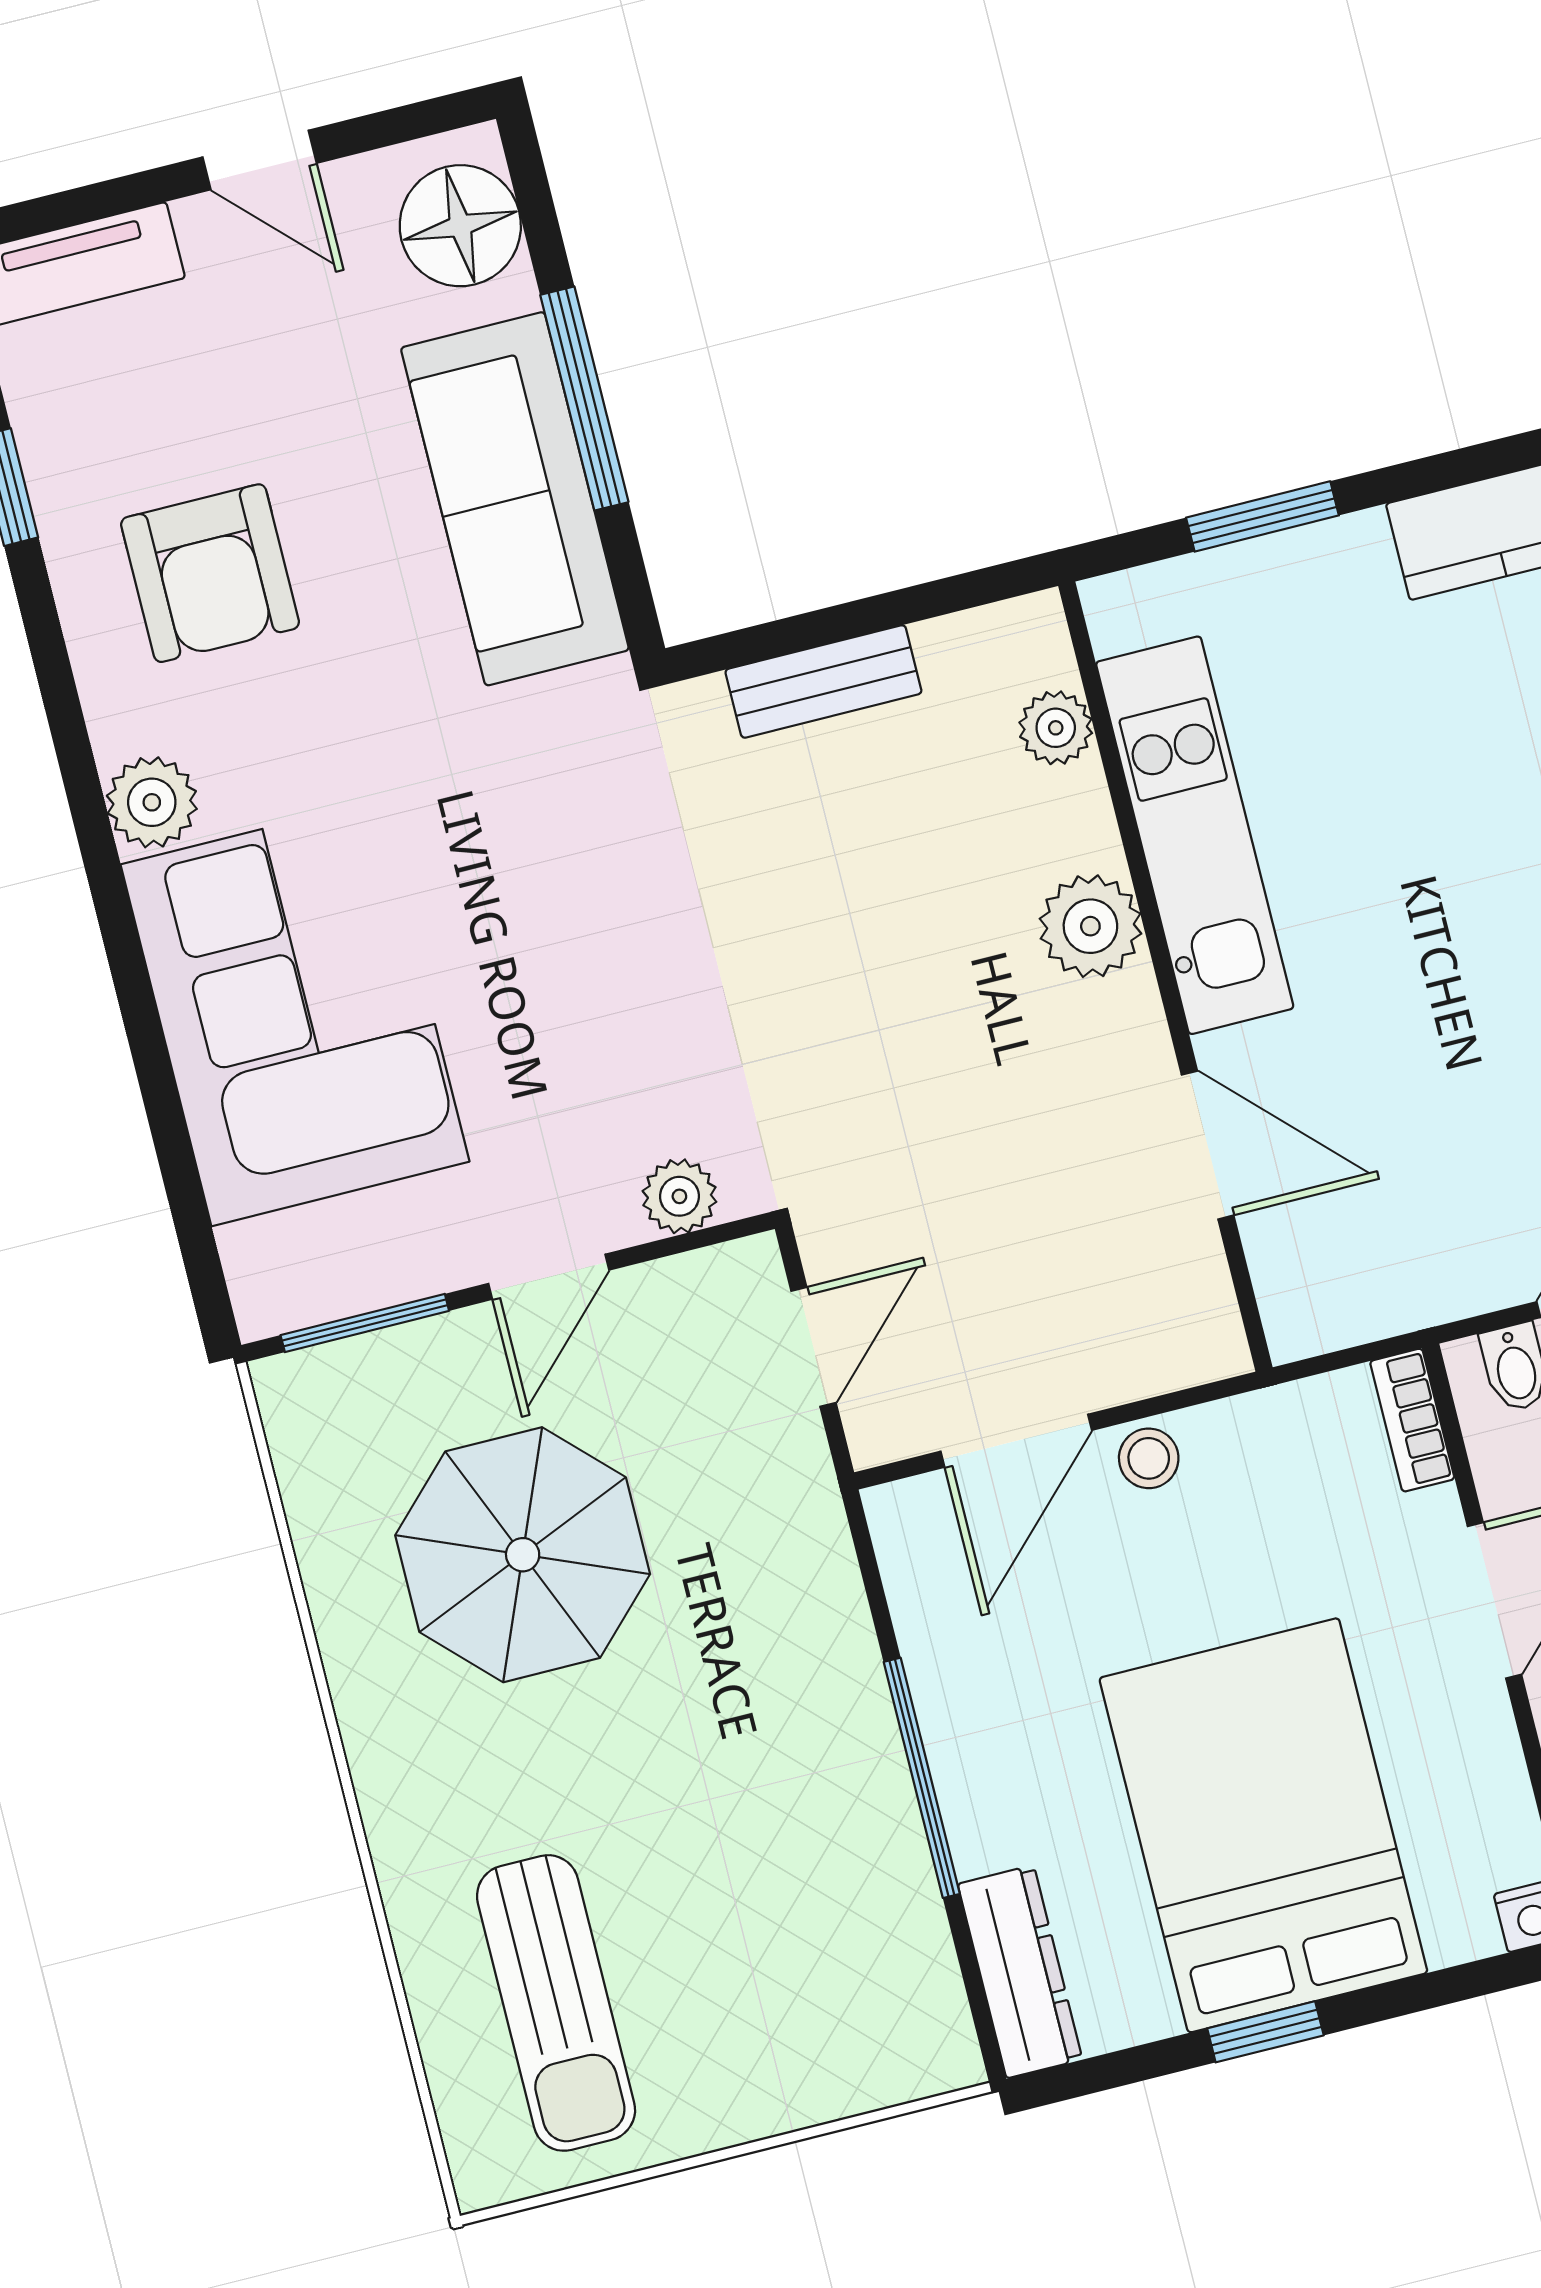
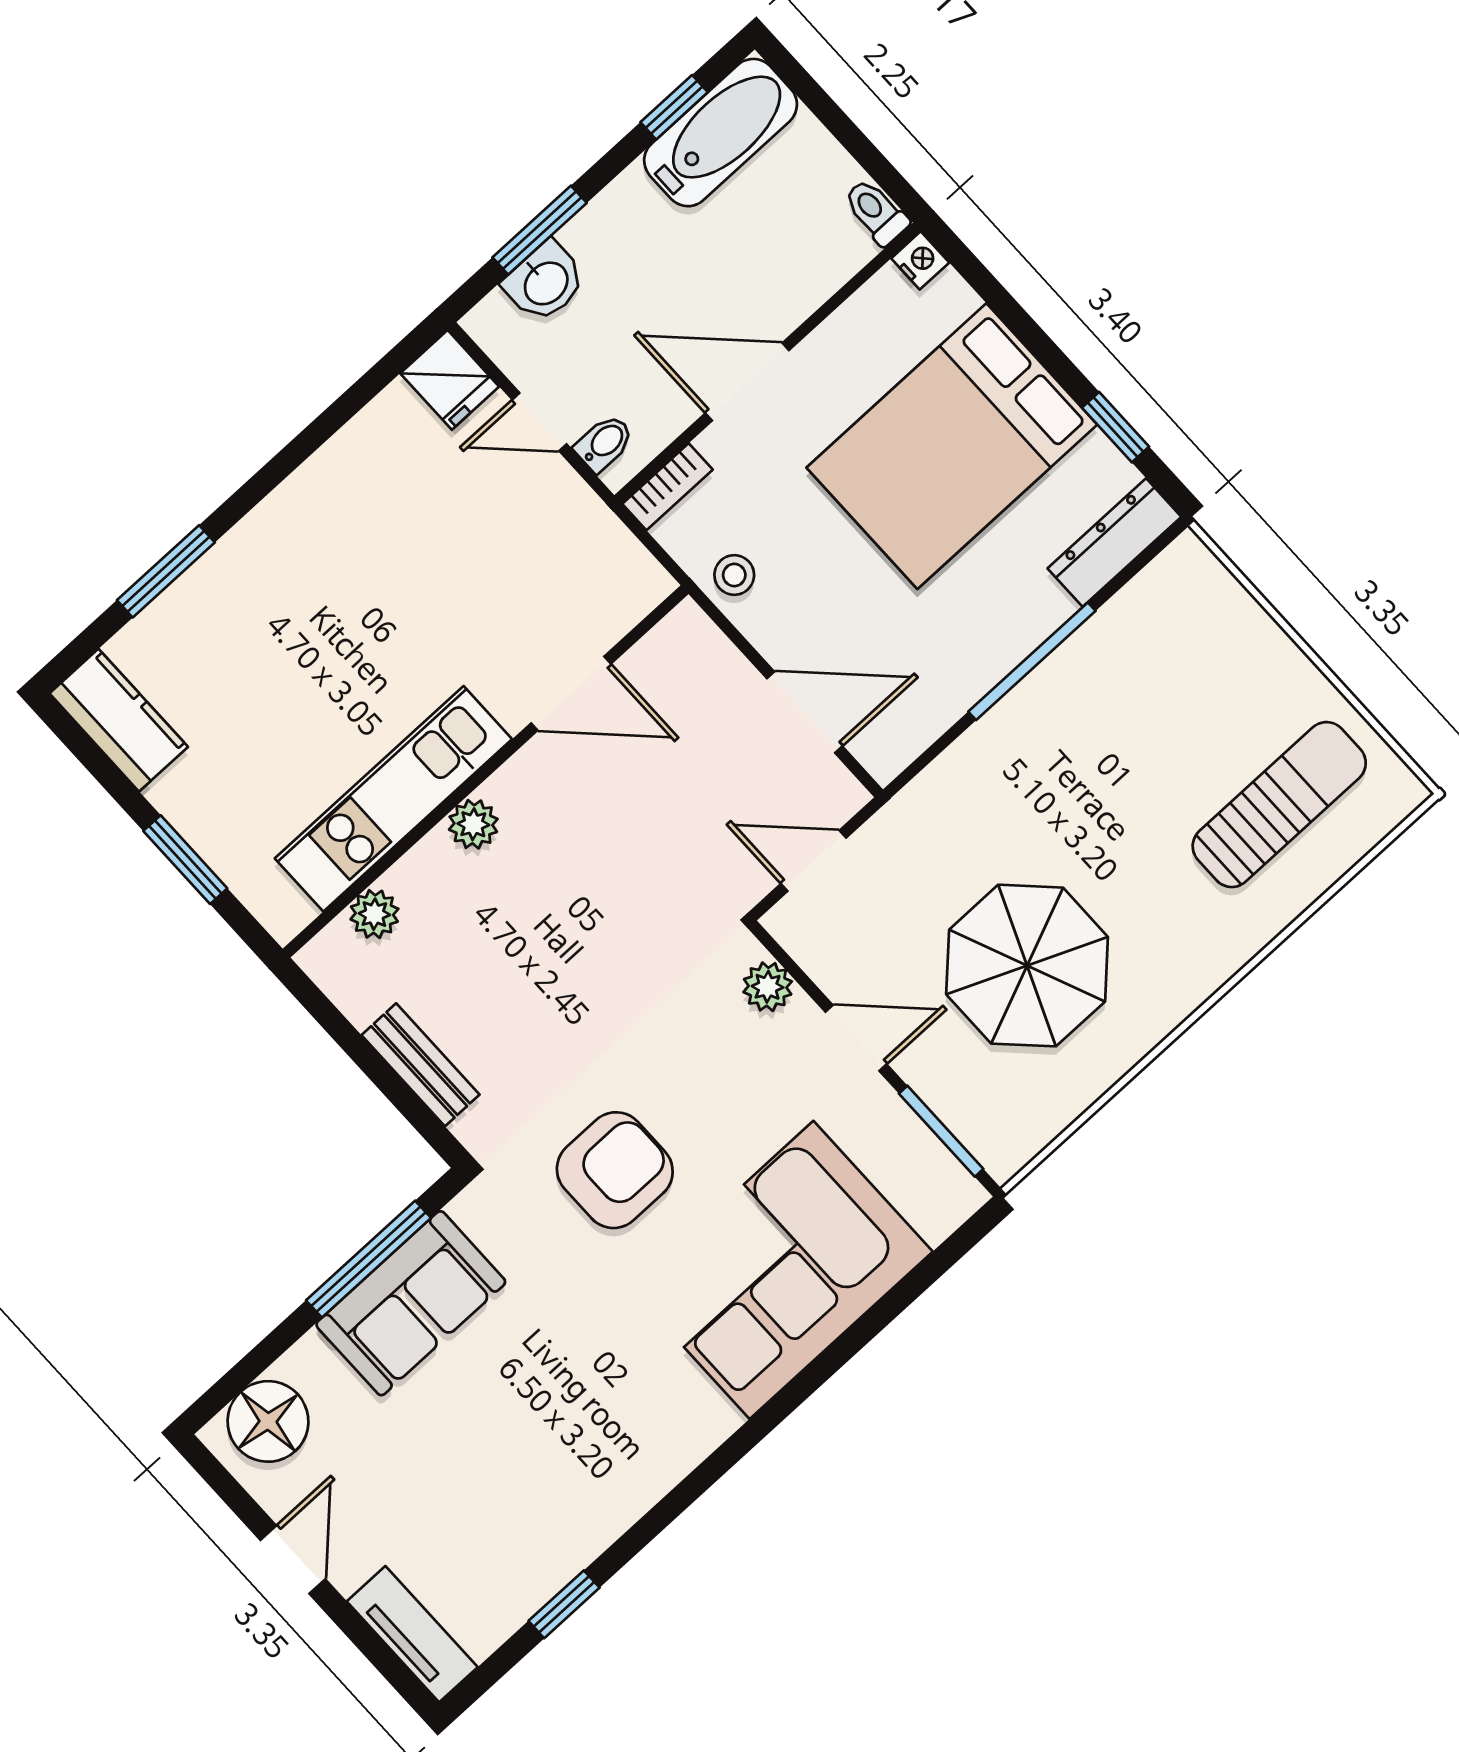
window: (584, 398) -> (368, 1259), moved
sofa: (515, 499) -> (411, 1303), width x0.73
armchair: (210, 573) -> (615, 1170), moved
plant: (152, 802) -> (703, 1420), removed
plant: (1090, 926) -> (473, 824), width x0.73, depth x0.73
door: (1208, 1145) -> (571, 693), swing flipped
stool: (1149, 1458) -> (734, 575), moved
window: (1265, 2032) -> (1115, 427), moved

